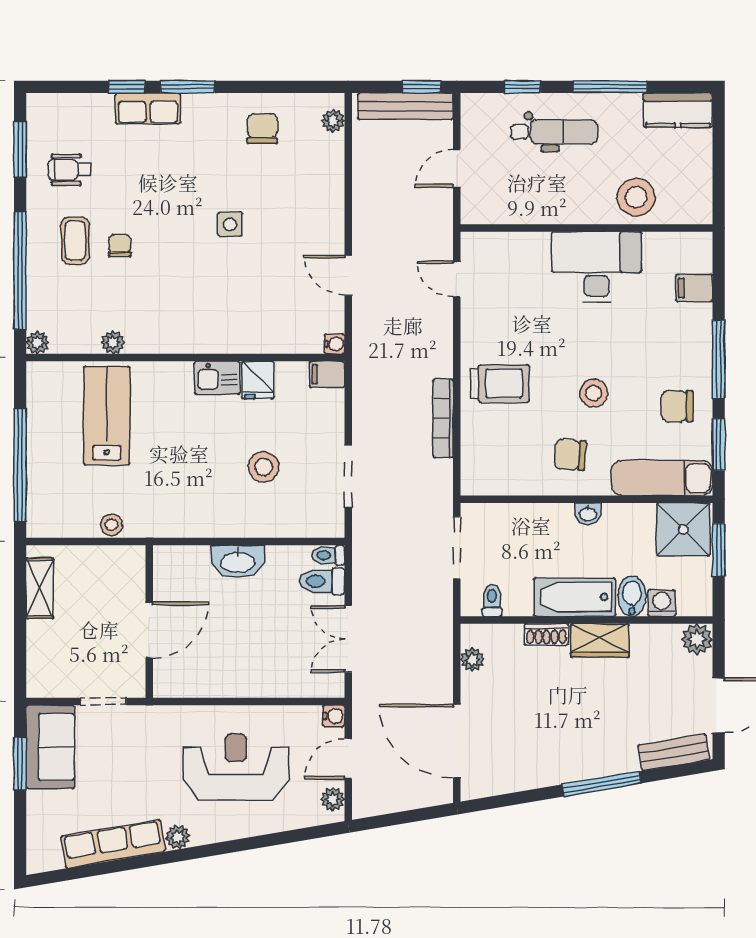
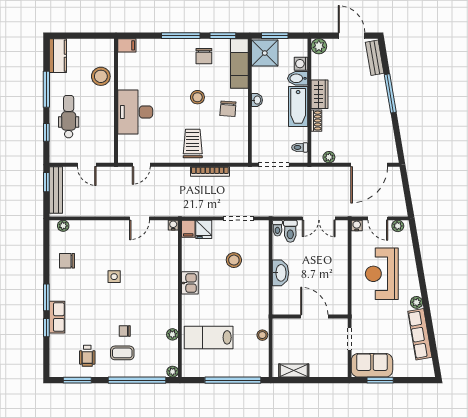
desk: (597, 267) -> (135, 112), moved
filing cabinet: (694, 288) -> (127, 45), moved, turned -90
fridge: (258, 380) -> (204, 229), moved, turned 90

